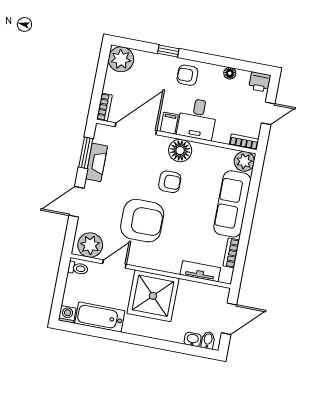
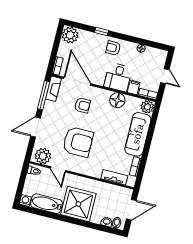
printer: (260, 82) -> (160, 55), removed
door: (268, 113) -> (165, 76), hinge flipped
filing cabinet: (169, 123) -> (134, 87), moved
door: (136, 129) -> (77, 81), hinge flipped
floor lamp: (180, 150) -> (117, 100), moved
window: (86, 153) -> (44, 95), width x1.44
fireplace: (96, 162) -> (53, 89), moved
armchair: (170, 182) -> (82, 105), moved
door: (114, 264) -> (58, 169), swing flipped
shower: (153, 296) -> (78, 204), moved

